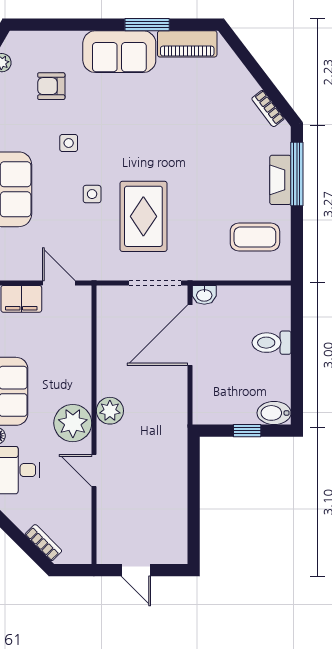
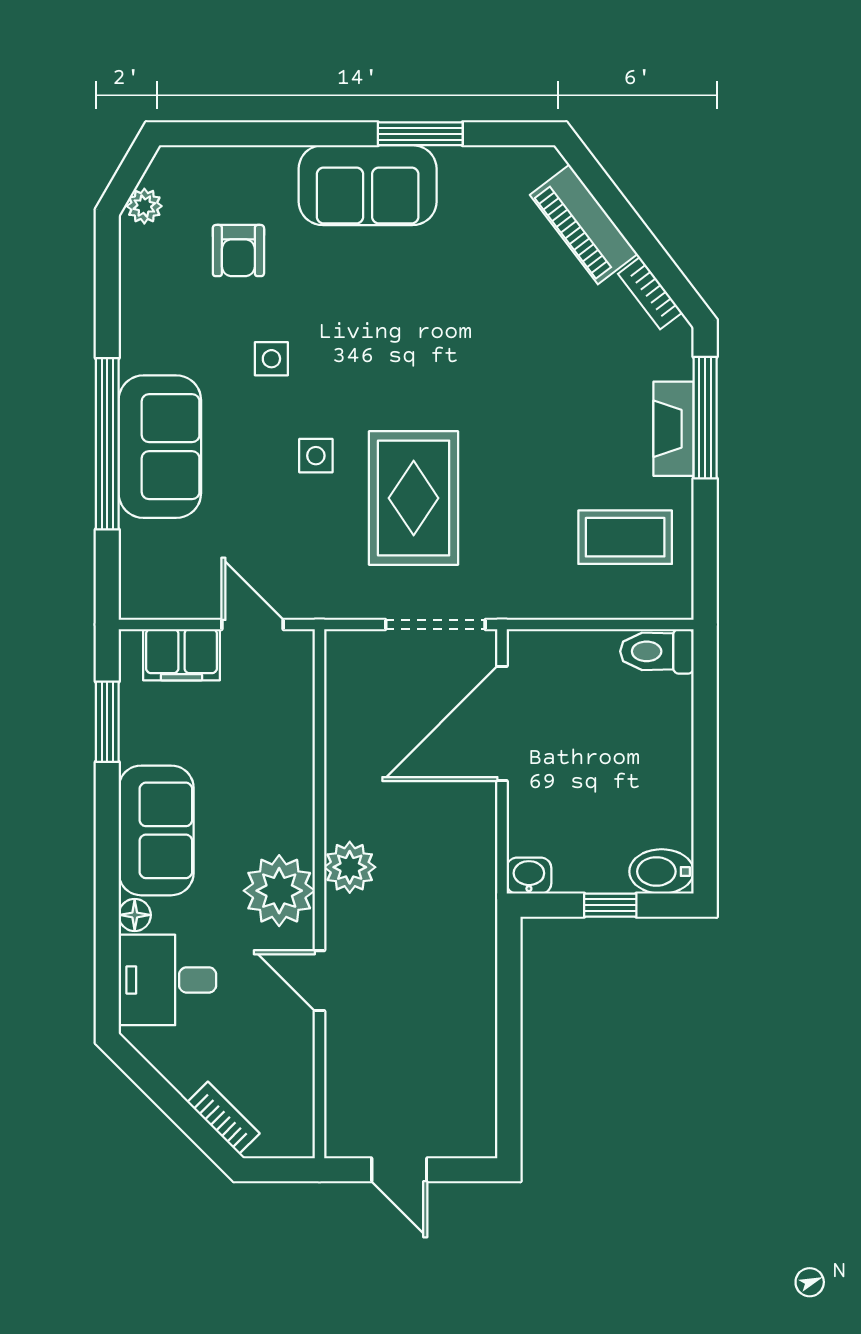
piano: (187, 44) -> (584, 224), moved, turned 53
armchair: (51, 86) -> (238, 251), turned -90
washbasin: (204, 295) -> (529, 876), moved, turned 180
toilet: (272, 343) -> (657, 651), moved

